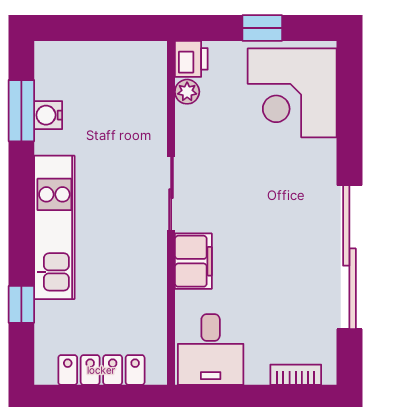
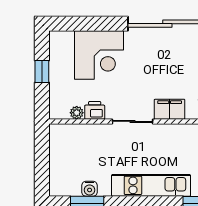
printer: (191, 59) -> (95, 110), moved
corner desk: (292, 93) -> (99, 55), moved

